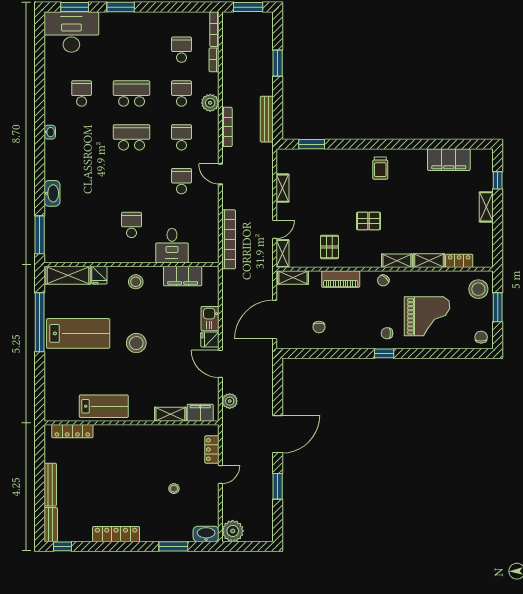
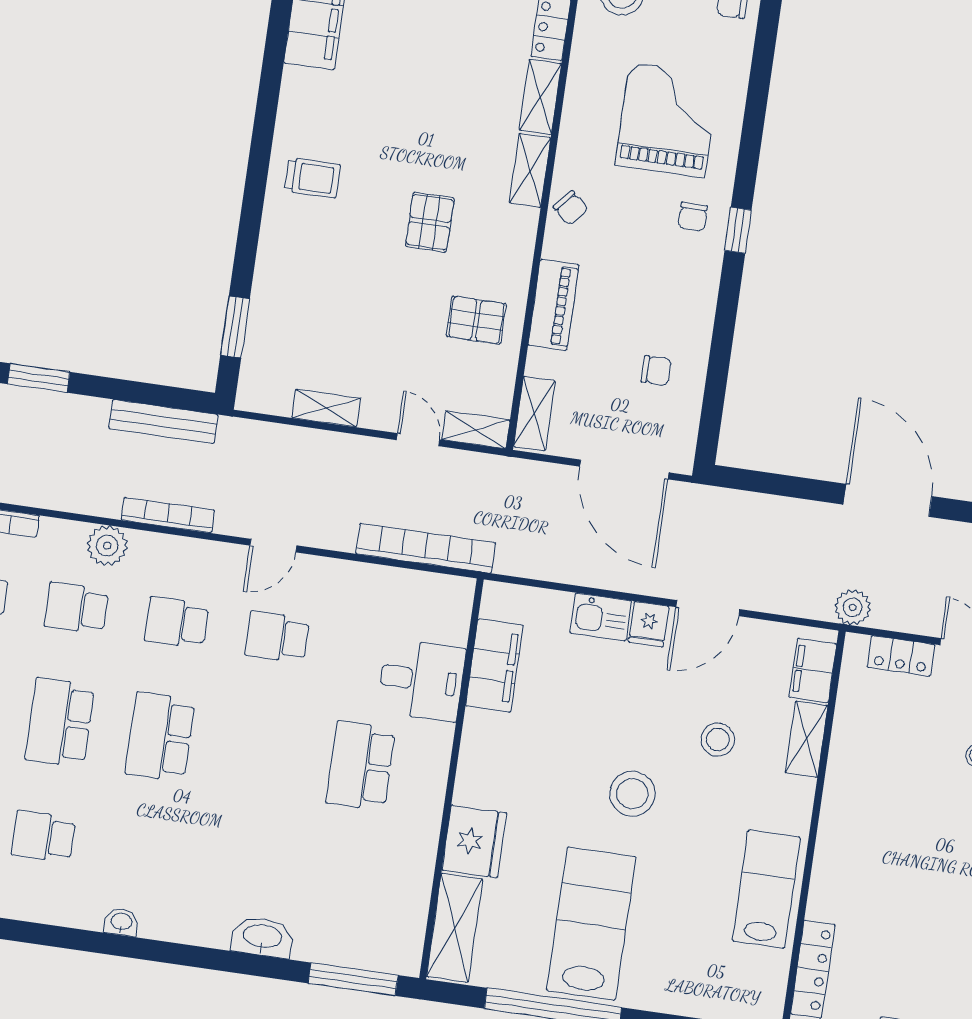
school desk: (132, 225) -> (361, 766), width x1.85
fridge: (99, 275) -> (474, 841), width x1.88, depth x1.34
stool: (136, 282) -> (718, 740), moved
plant: (230, 401) -> (853, 607), moved

